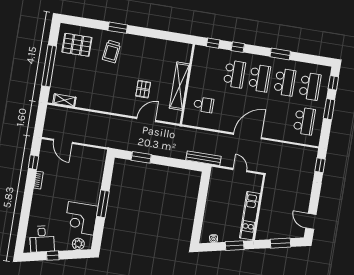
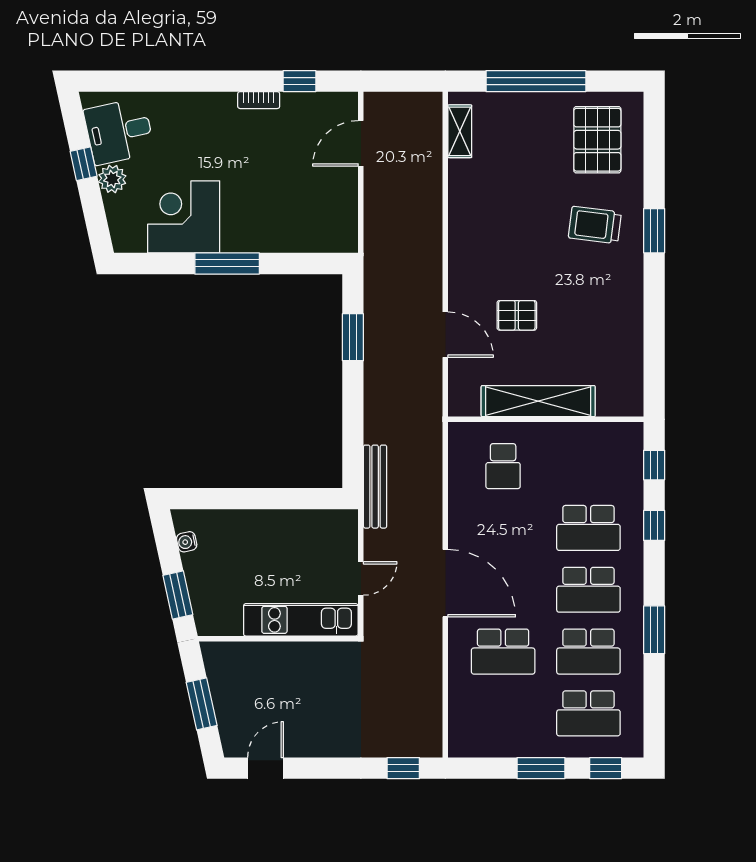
school desk: (304, 121) -> (503, 652), moved
kitchen unit: (250, 216) -> (301, 620), moved
plant: (78, 244) -> (112, 179), moved

